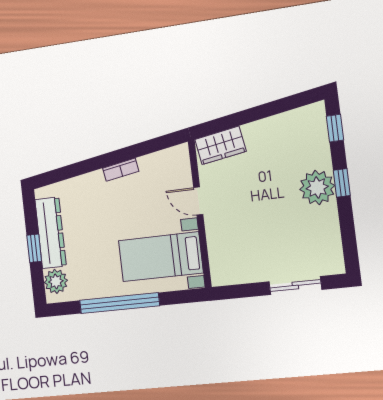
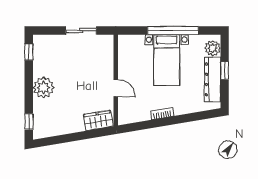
window: (342, 183) -> (29, 52), moved
bed with nightstands: (161, 257) -> (167, 60), moved, turned 90
sliding door: (295, 286) -> (81, 30), moved

